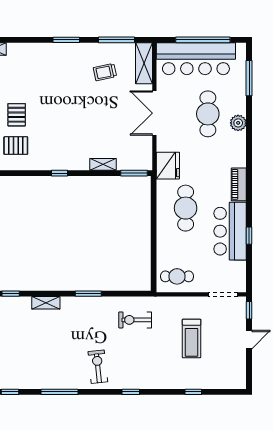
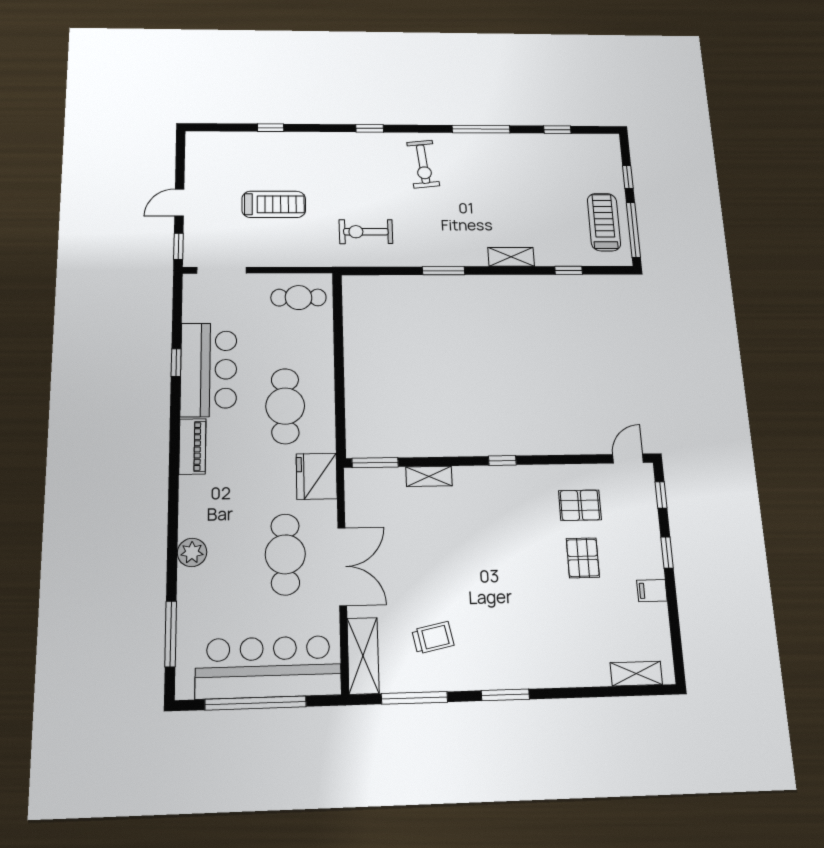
cafe table: (208, 114) -> (285, 554), moved
exercise bike: (135, 320) -> (366, 232), turned 180
treadmill: (192, 338) -> (274, 204), turned 90

